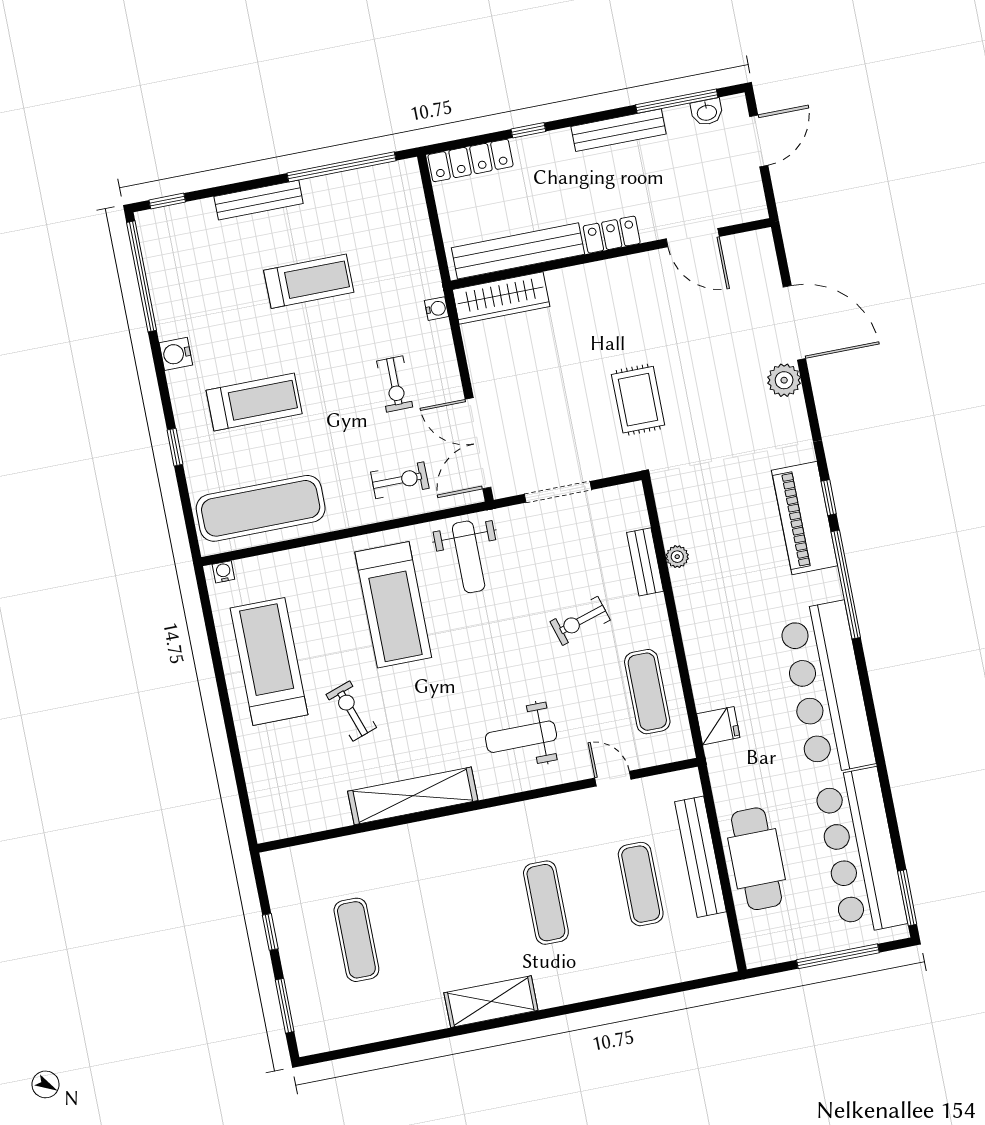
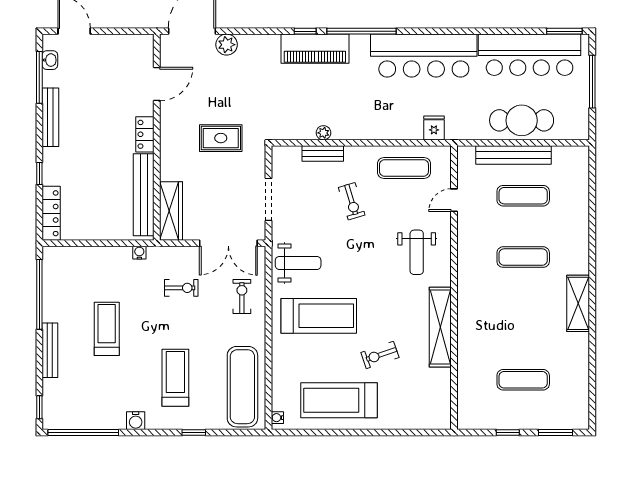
locker: (612, 235) -> (145, 134), moved
door: (693, 238) -> (157, 84), moved
bench: (518, 251) -> (144, 195), moved
wall: (611, 254) -> (157, 137), moved
wardrobe: (501, 298) -> (171, 211), moved

